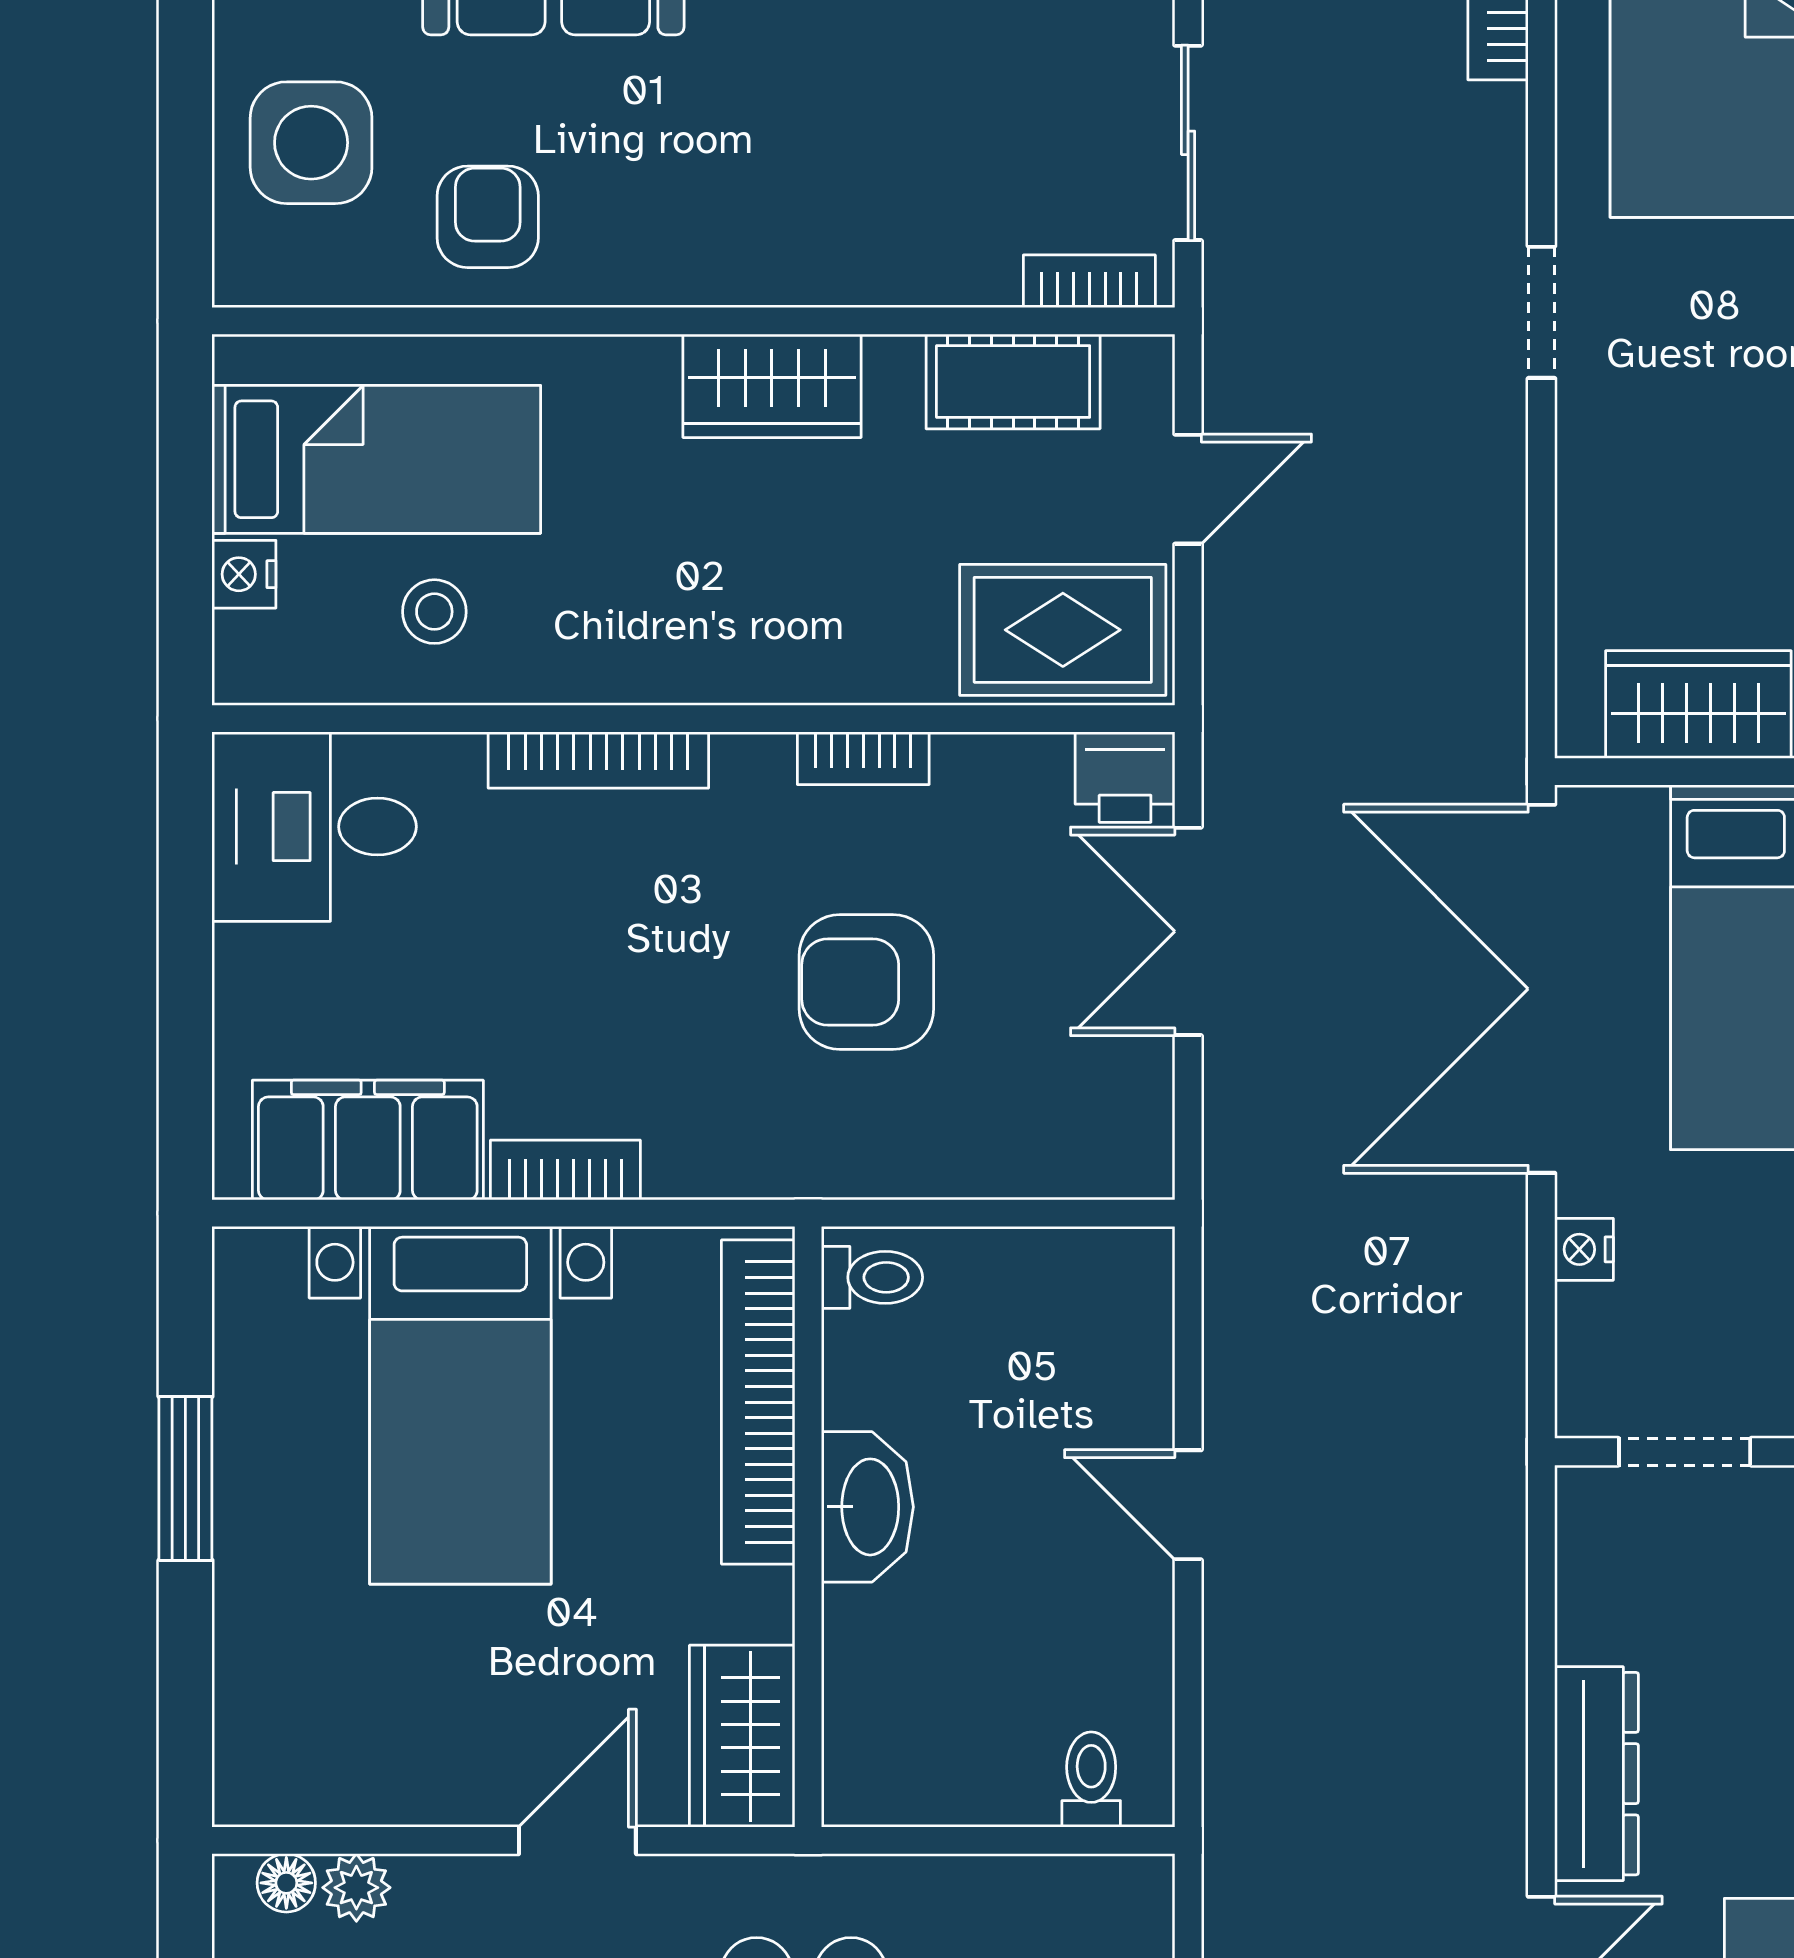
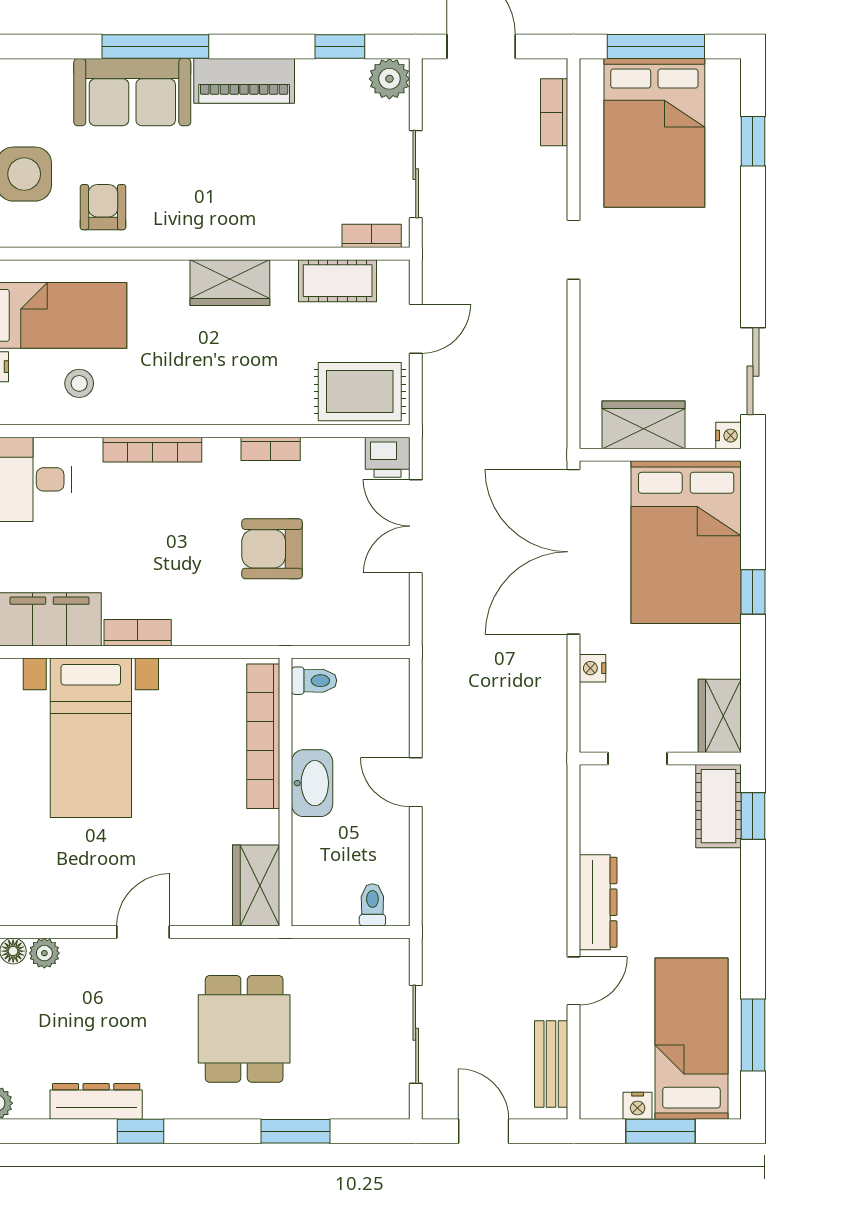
toilet: (872, 1277) -> (314, 681), moved
bookcase: (758, 1402) -> (263, 736), moved
washbasin: (867, 1507) -> (312, 783), moved
wall: (808, 1527) -> (286, 792), moved
wardrobe: (742, 1736) -> (256, 886), moved

